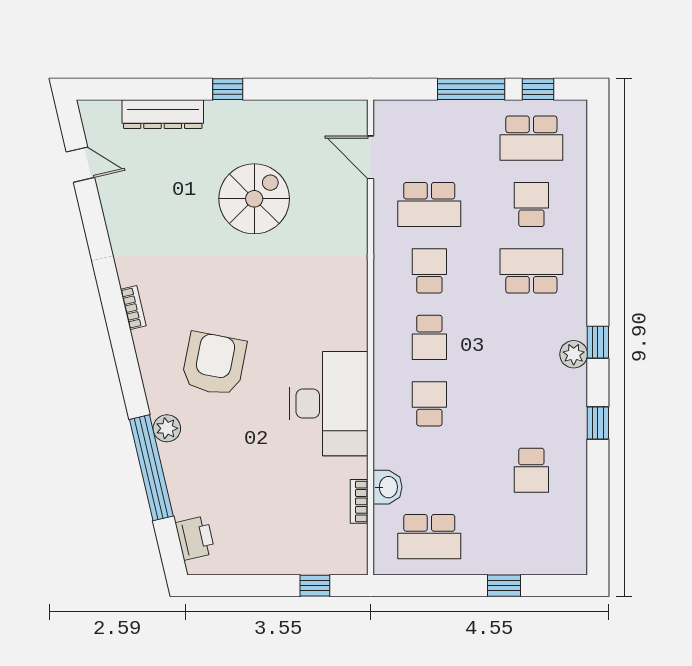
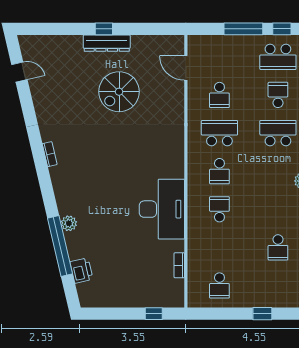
dresser: (163, 114) -> (107, 43), moved
spiral stairs: (254, 199) -> (119, 92), turned 180
school desk: (429, 205) -> (219, 95), width x0.54
school desk: (429, 271) -> (219, 133), width x1.85
armchair: (214, 364) -> (96, 186), removed
washbasin: (388, 487) -> (195, 257), removed
school desk: (429, 537) -> (219, 285), width x0.54
printer: (195, 538) -> (81, 271), moved

